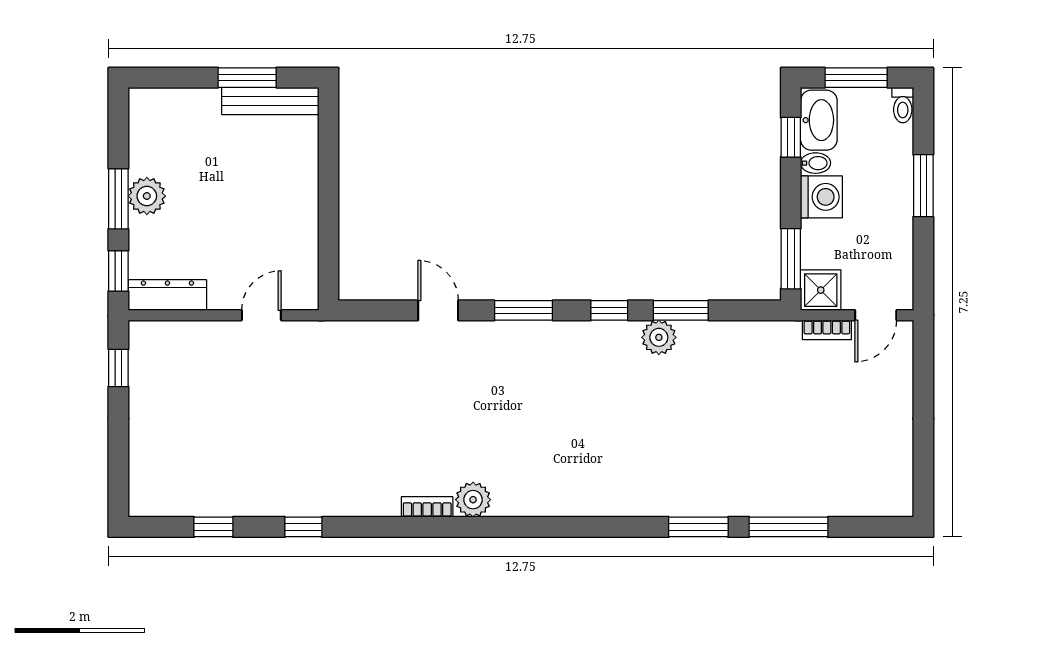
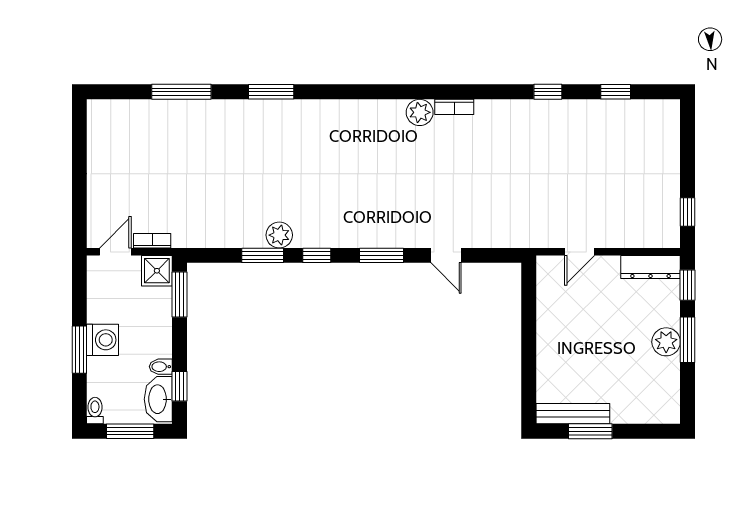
washing machine: (821, 197) -> (103, 340), moved, turned 180
window: (698, 527) -> (271, 92), moved

